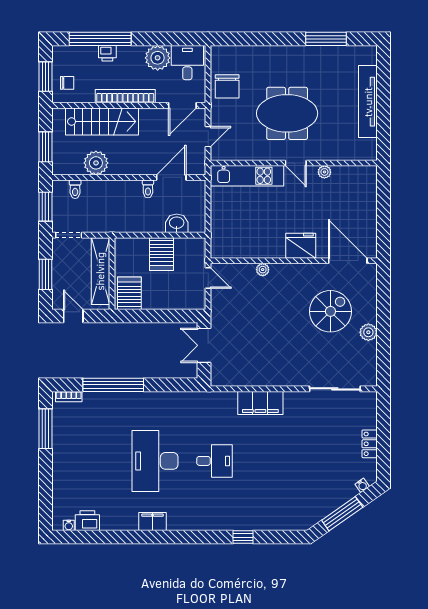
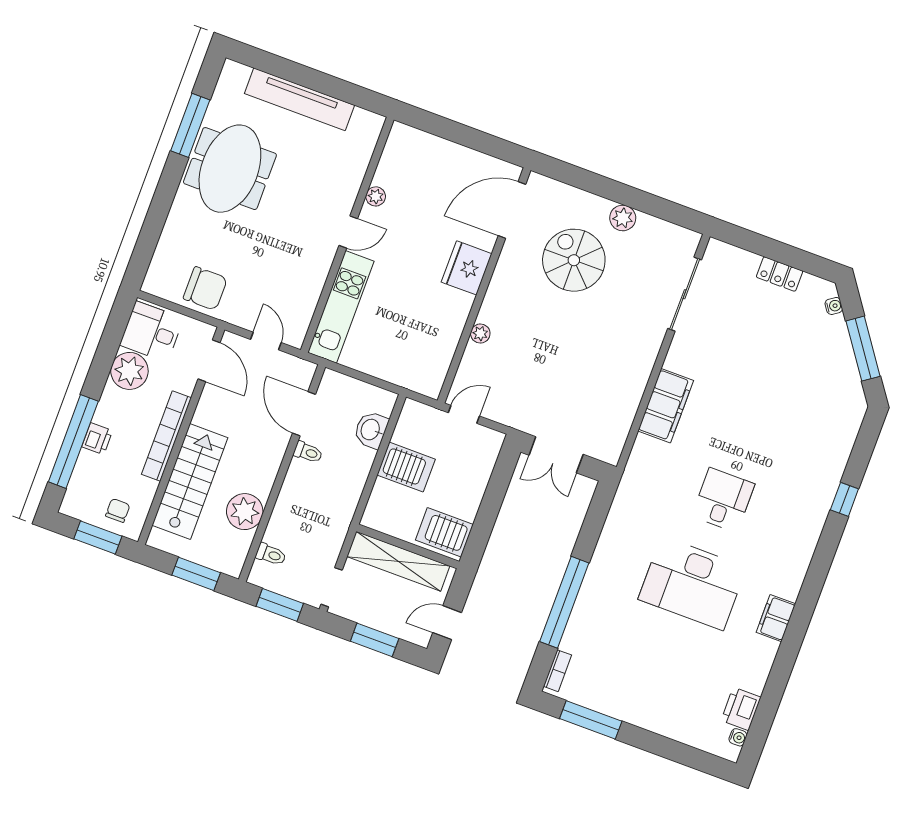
meeting table: (287, 113) -> (230, 169), moved

